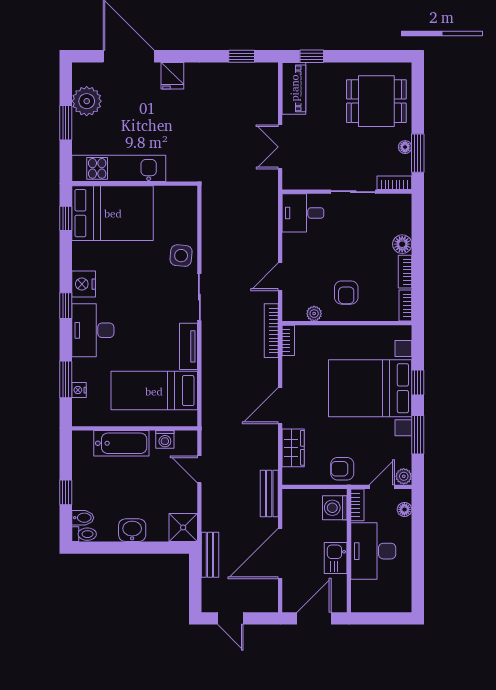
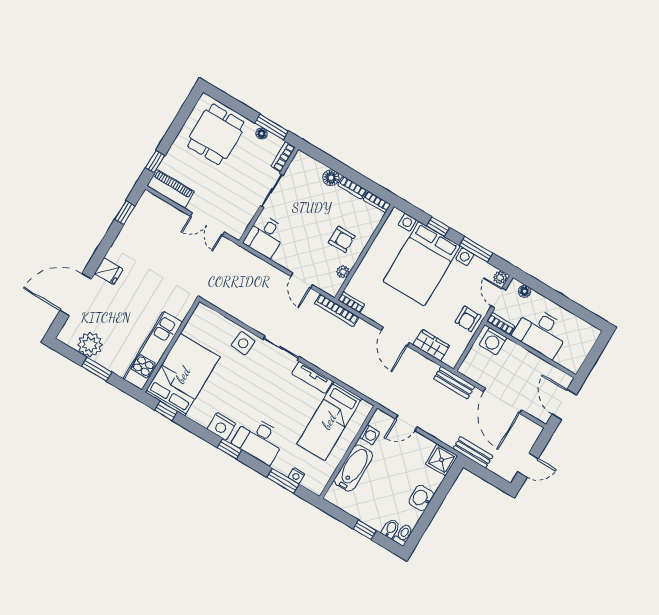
kitchen sink: (336, 558) -> (530, 362), removed

